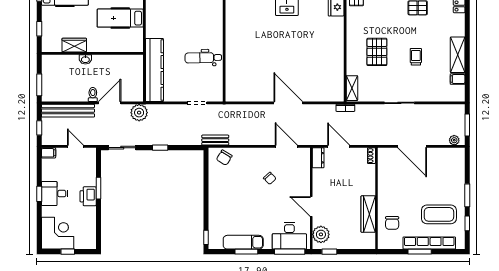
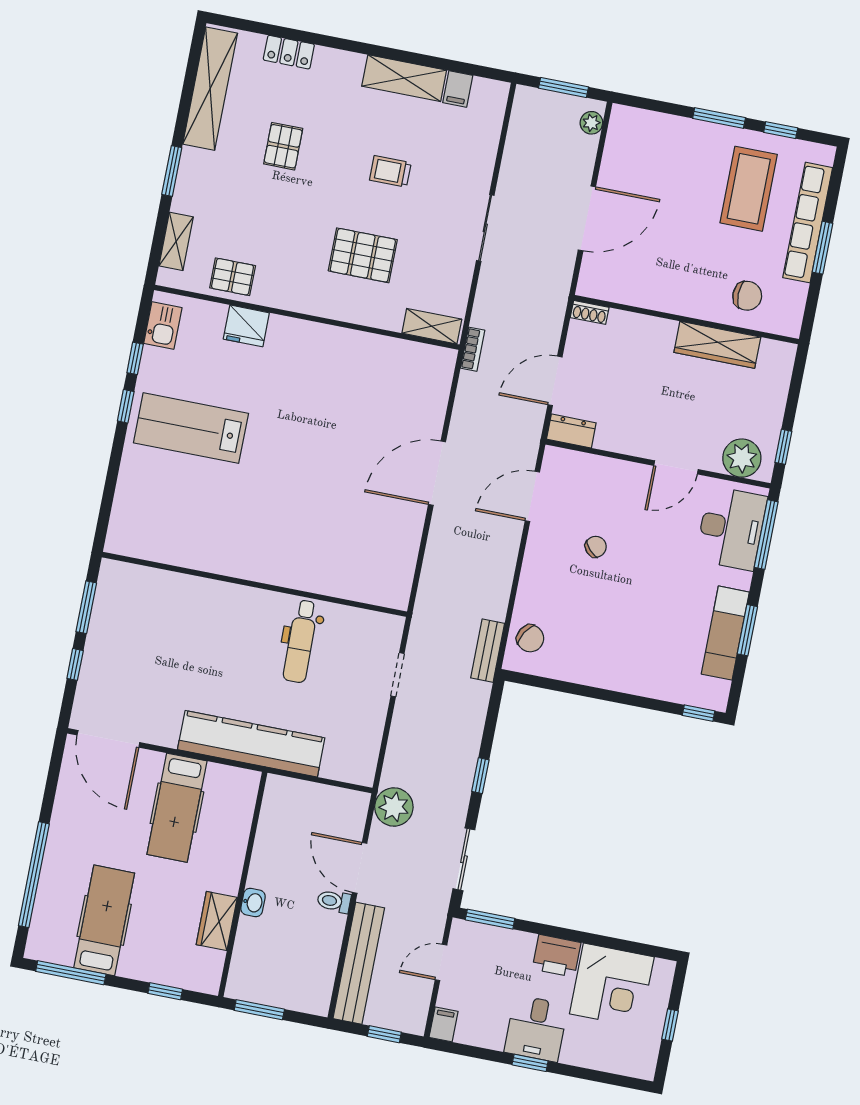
kitchen counter: (154, 70) -> (251, 744), moved
window: (39, 85) -> (259, 1010), moved
window: (98, 188) -> (490, 919), moved
corner desk: (58, 233) -> (612, 985), moved, turned 180

